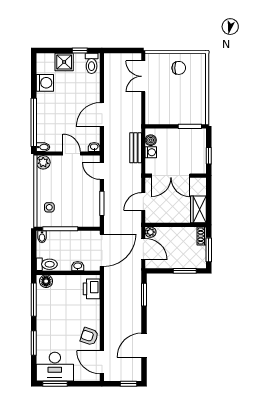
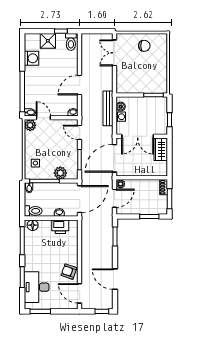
bench: (136, 148) -> (108, 108), width x1.36
door: (72, 154) -> (43, 118), moved
door: (143, 202) -> (114, 158), width x1.88
wardrobe: (198, 209) -> (161, 149), moved
plant: (79, 219) -> (60, 173), added
door: (143, 249) -> (114, 198), hinge flipped
printer: (92, 289) -> (60, 227), moved, turned -90
door: (144, 345) -> (115, 279), hinge flipped
desk: (55, 367) -> (37, 287), moved, turned 90

